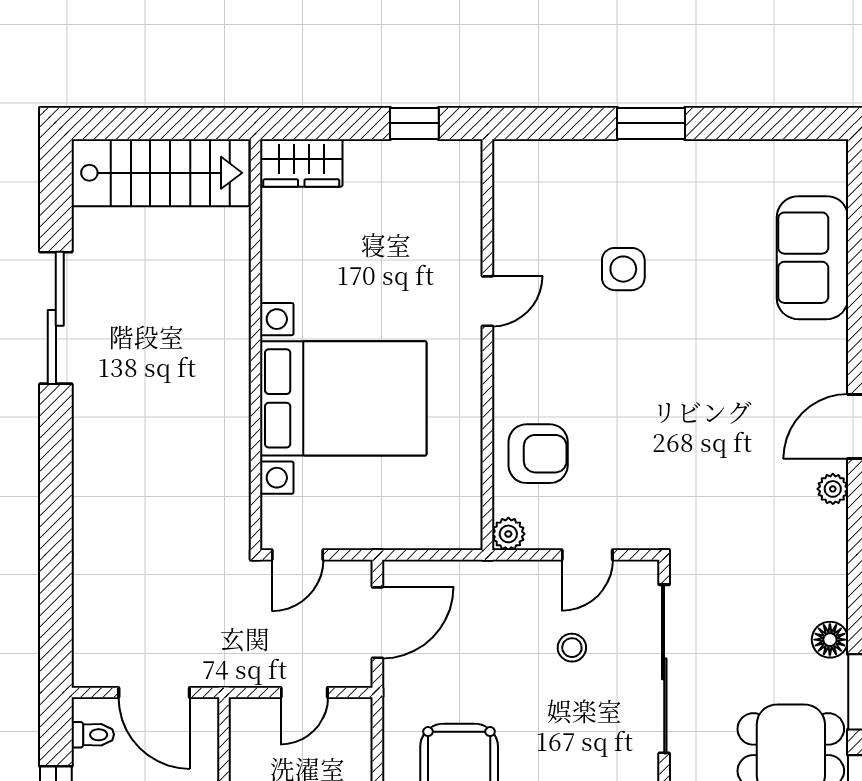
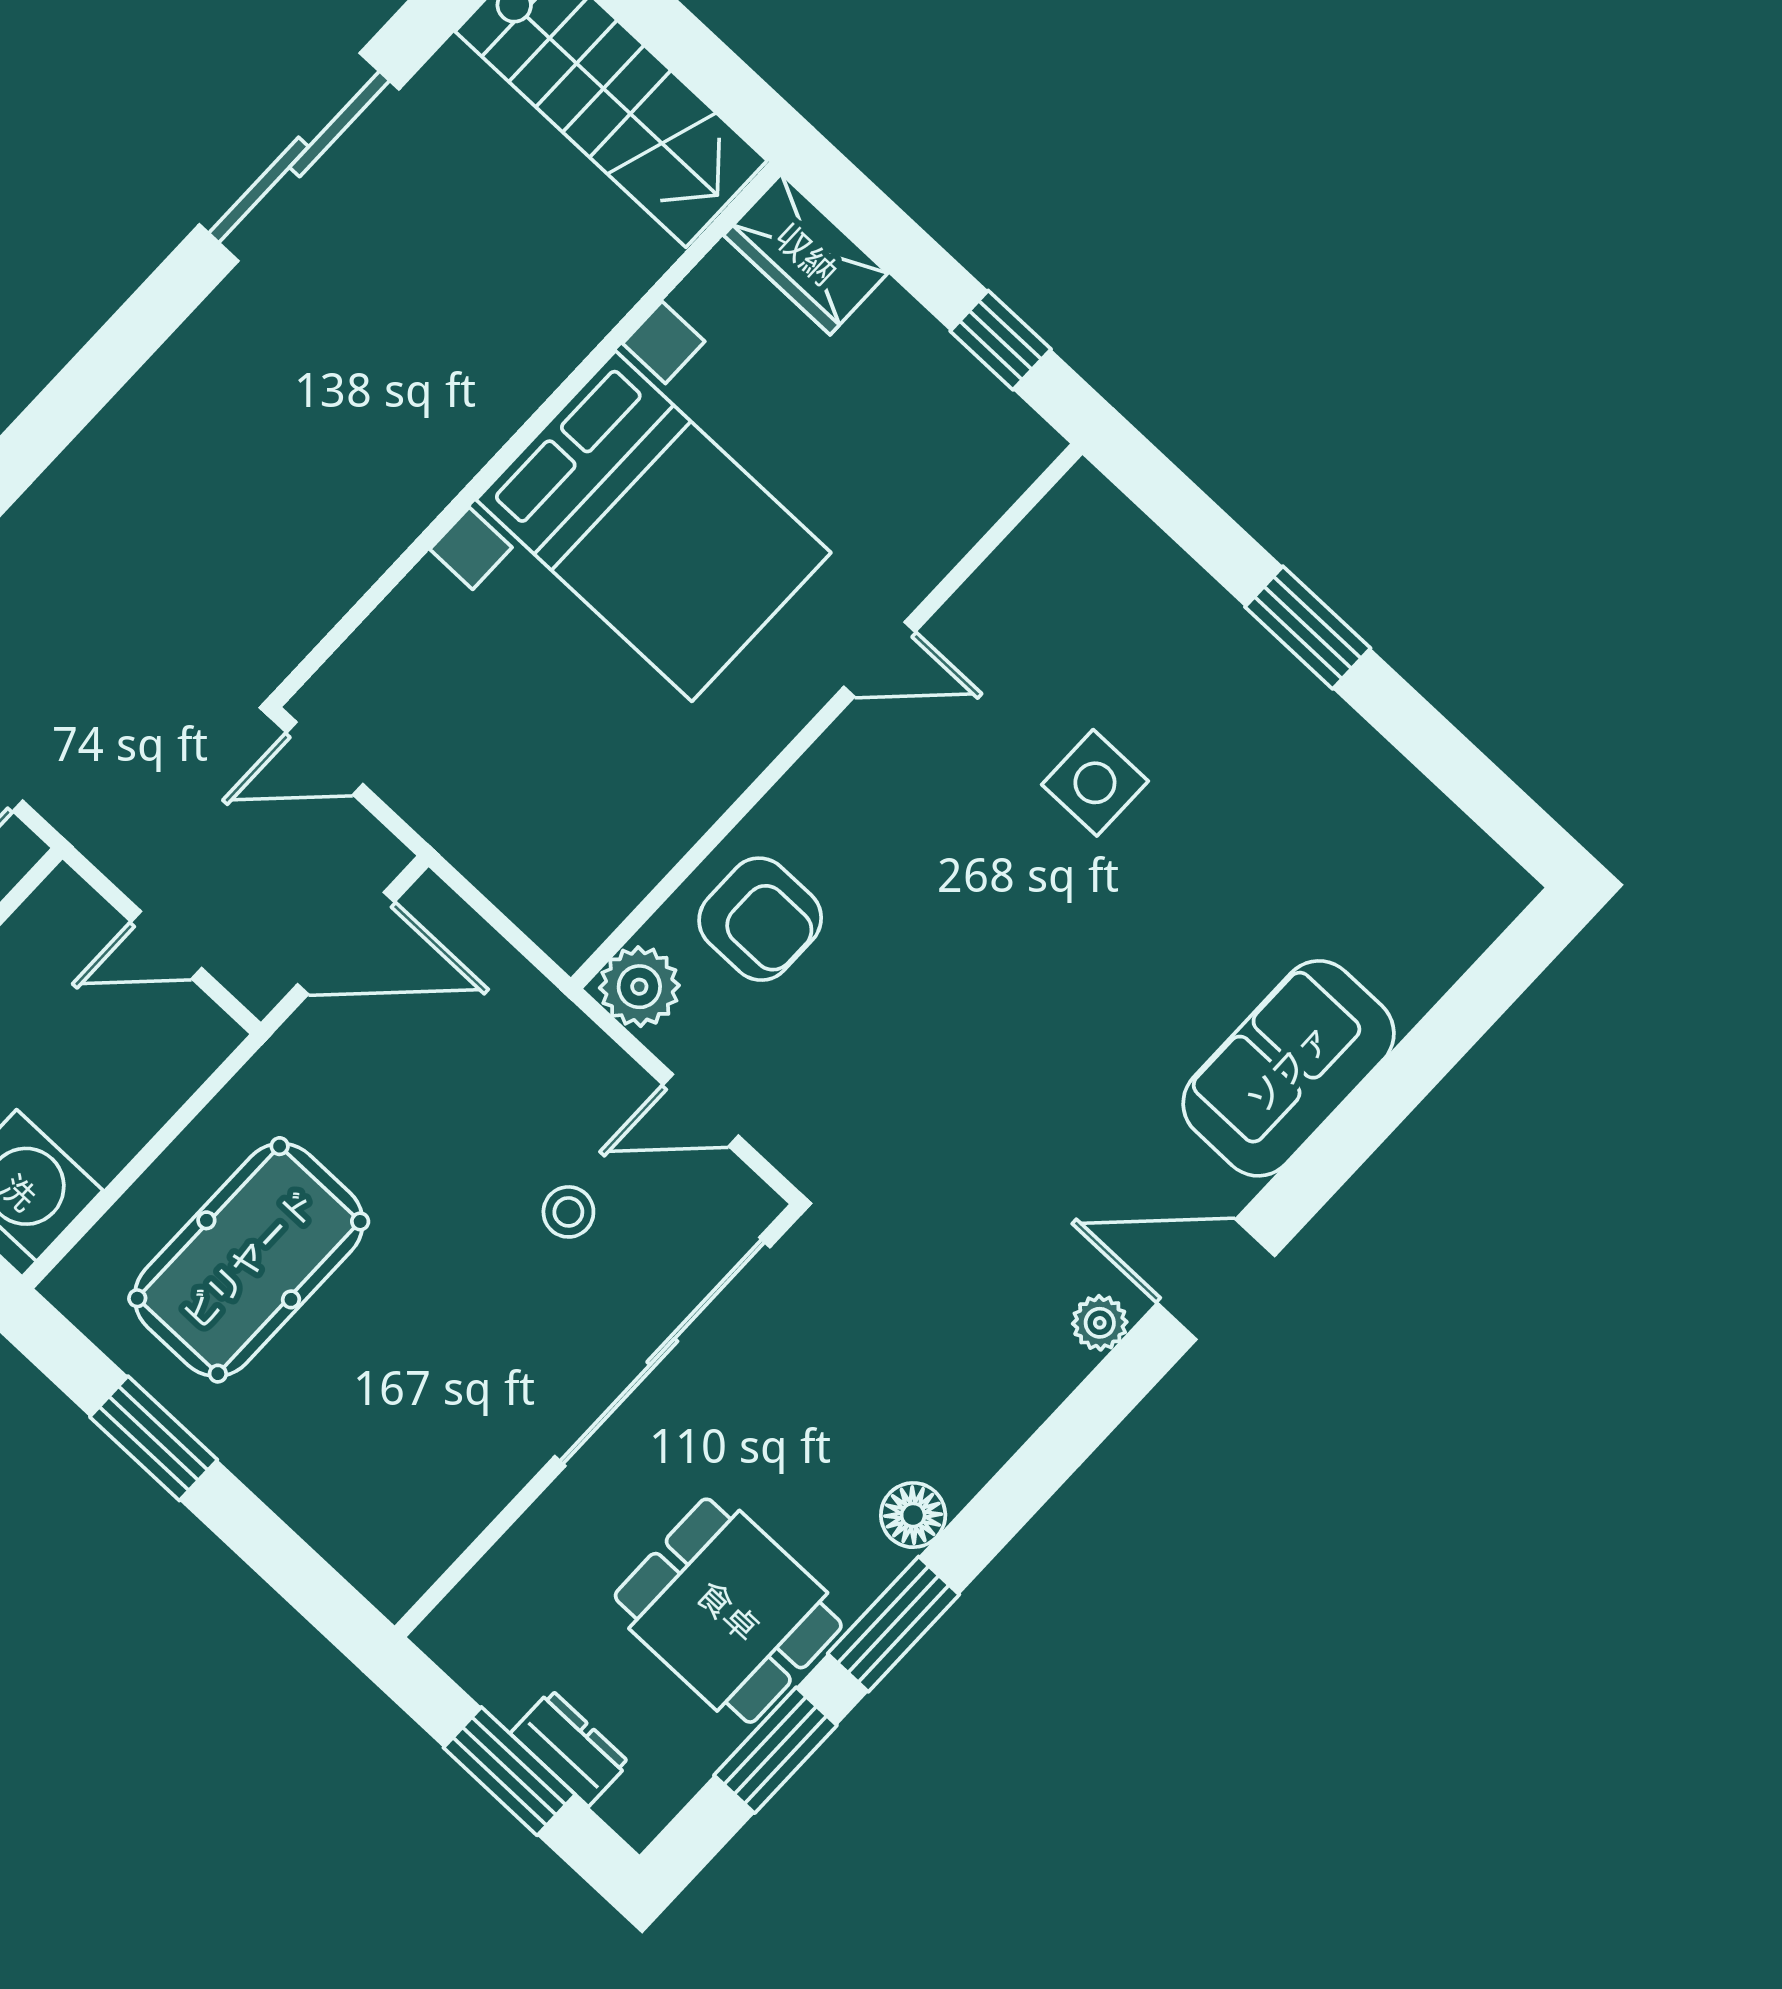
sofa: (812, 258) -> (1289, 1068), moved
bed with nightstands: (343, 398) -> (654, 526), moved
plant: (508, 534) -> (639, 987), width x1.38, depth x1.38

